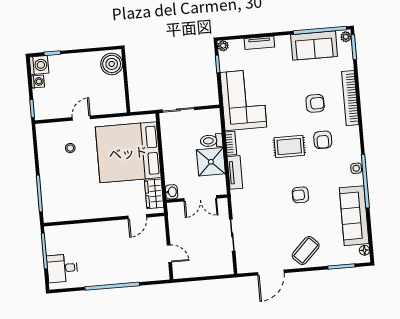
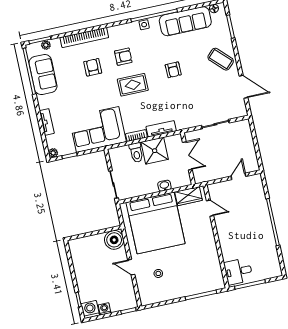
plant: (346, 37) -> (46, 45), moved
boiler: (112, 64) -> (114, 240), moved
rug: (289, 146) -> (133, 85), turned 90
washbasin: (172, 192) -> (164, 186), moved
desk: (62, 268) -> (238, 271), moved, turned 90

